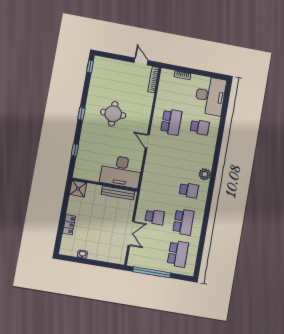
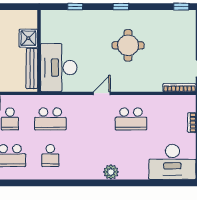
school desk: (200, 127) -> (50, 119), moved, width x1.85
plant: (205, 174) -> (111, 172), moved
shower: (78, 189) -> (28, 38), moved

